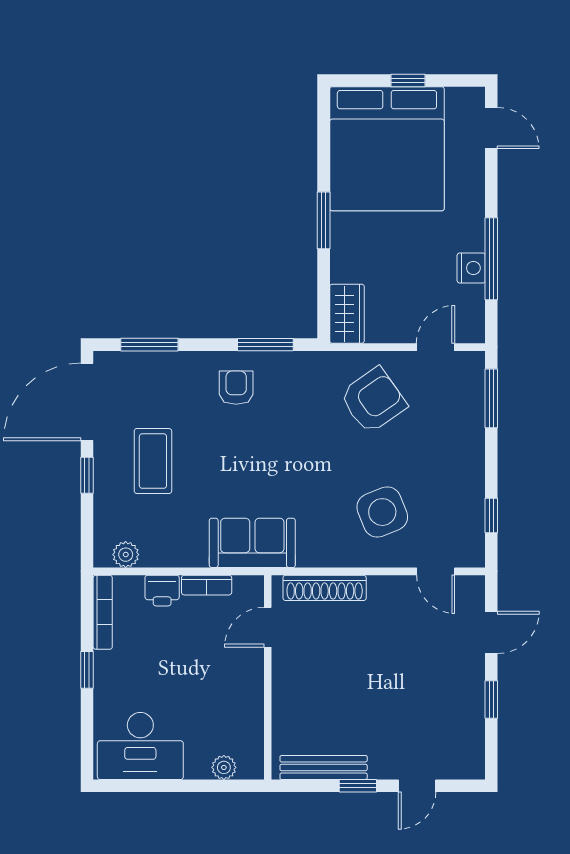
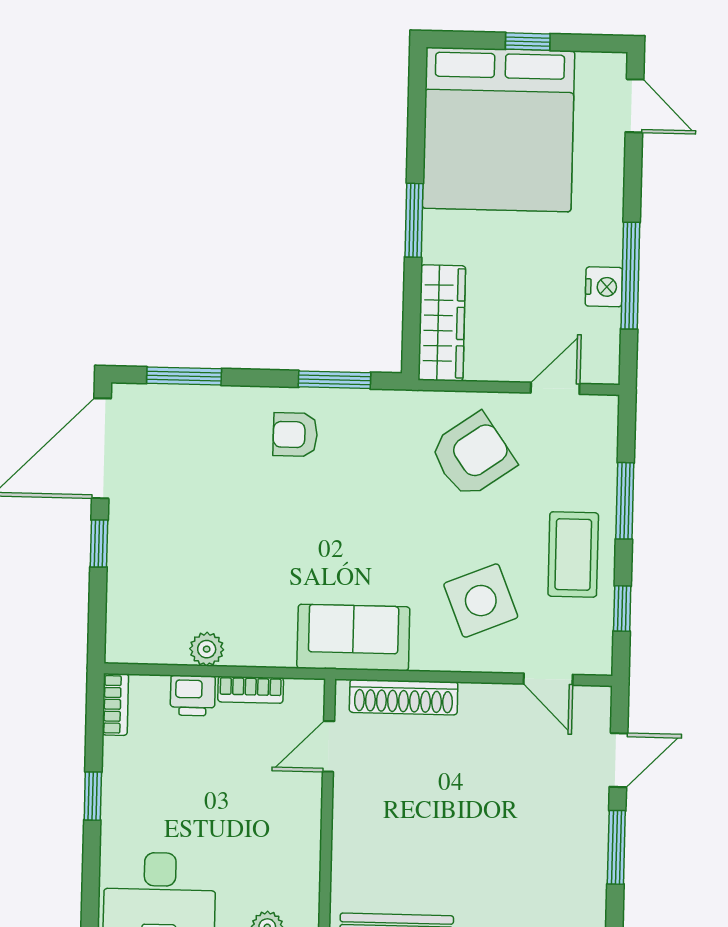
wardrobe: (347, 314) -> (442, 323), width x1.50
armchair: (236, 388) -> (295, 435), turned -90
window: (491, 398) -> (625, 501), moved
coffee table: (153, 461) -> (573, 554), moved
sofa: (252, 543) -> (353, 638), moved
plant: (126, 555) -> (207, 649), moved
bookcase: (103, 612) -> (115, 704), width x0.64
window: (491, 700) -> (616, 847), width x1.50

